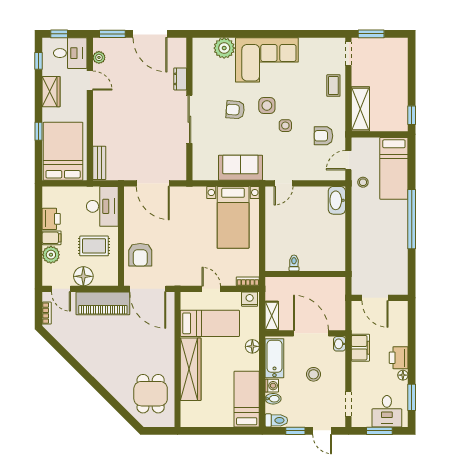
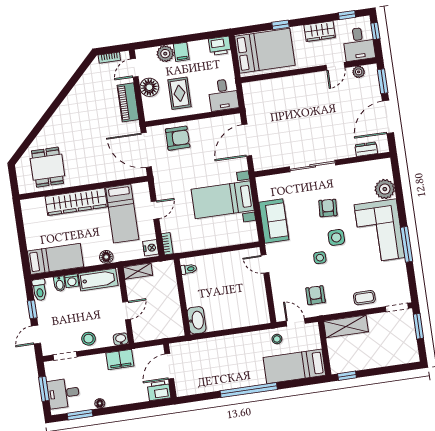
window: (285, 34) -> (406, 244), added
dresser: (180, 79) -> (366, 149), moved
bench: (99, 163) -> (259, 87), removed
washbasin: (337, 200) -> (197, 320), moved, turned 90
desk: (102, 206) -> (223, 95), width x0.73
bed with nightstands: (233, 217) -> (223, 200), moved
printer: (51, 219) -> (220, 46), moved
armchair: (140, 255) -> (178, 138), turned 180
toilet: (294, 263) -> (189, 269), moved
door: (148, 289) -> (146, 150), hinge flipped
piano: (103, 303) -> (128, 102), width x0.73, depth x0.75
door: (311, 333) -> (127, 311), width x0.53
printer: (399, 358) -> (159, 391), moved
stool: (314, 374) -> (88, 339), moved
dining table: (151, 394) -> (47, 167), turned 90

